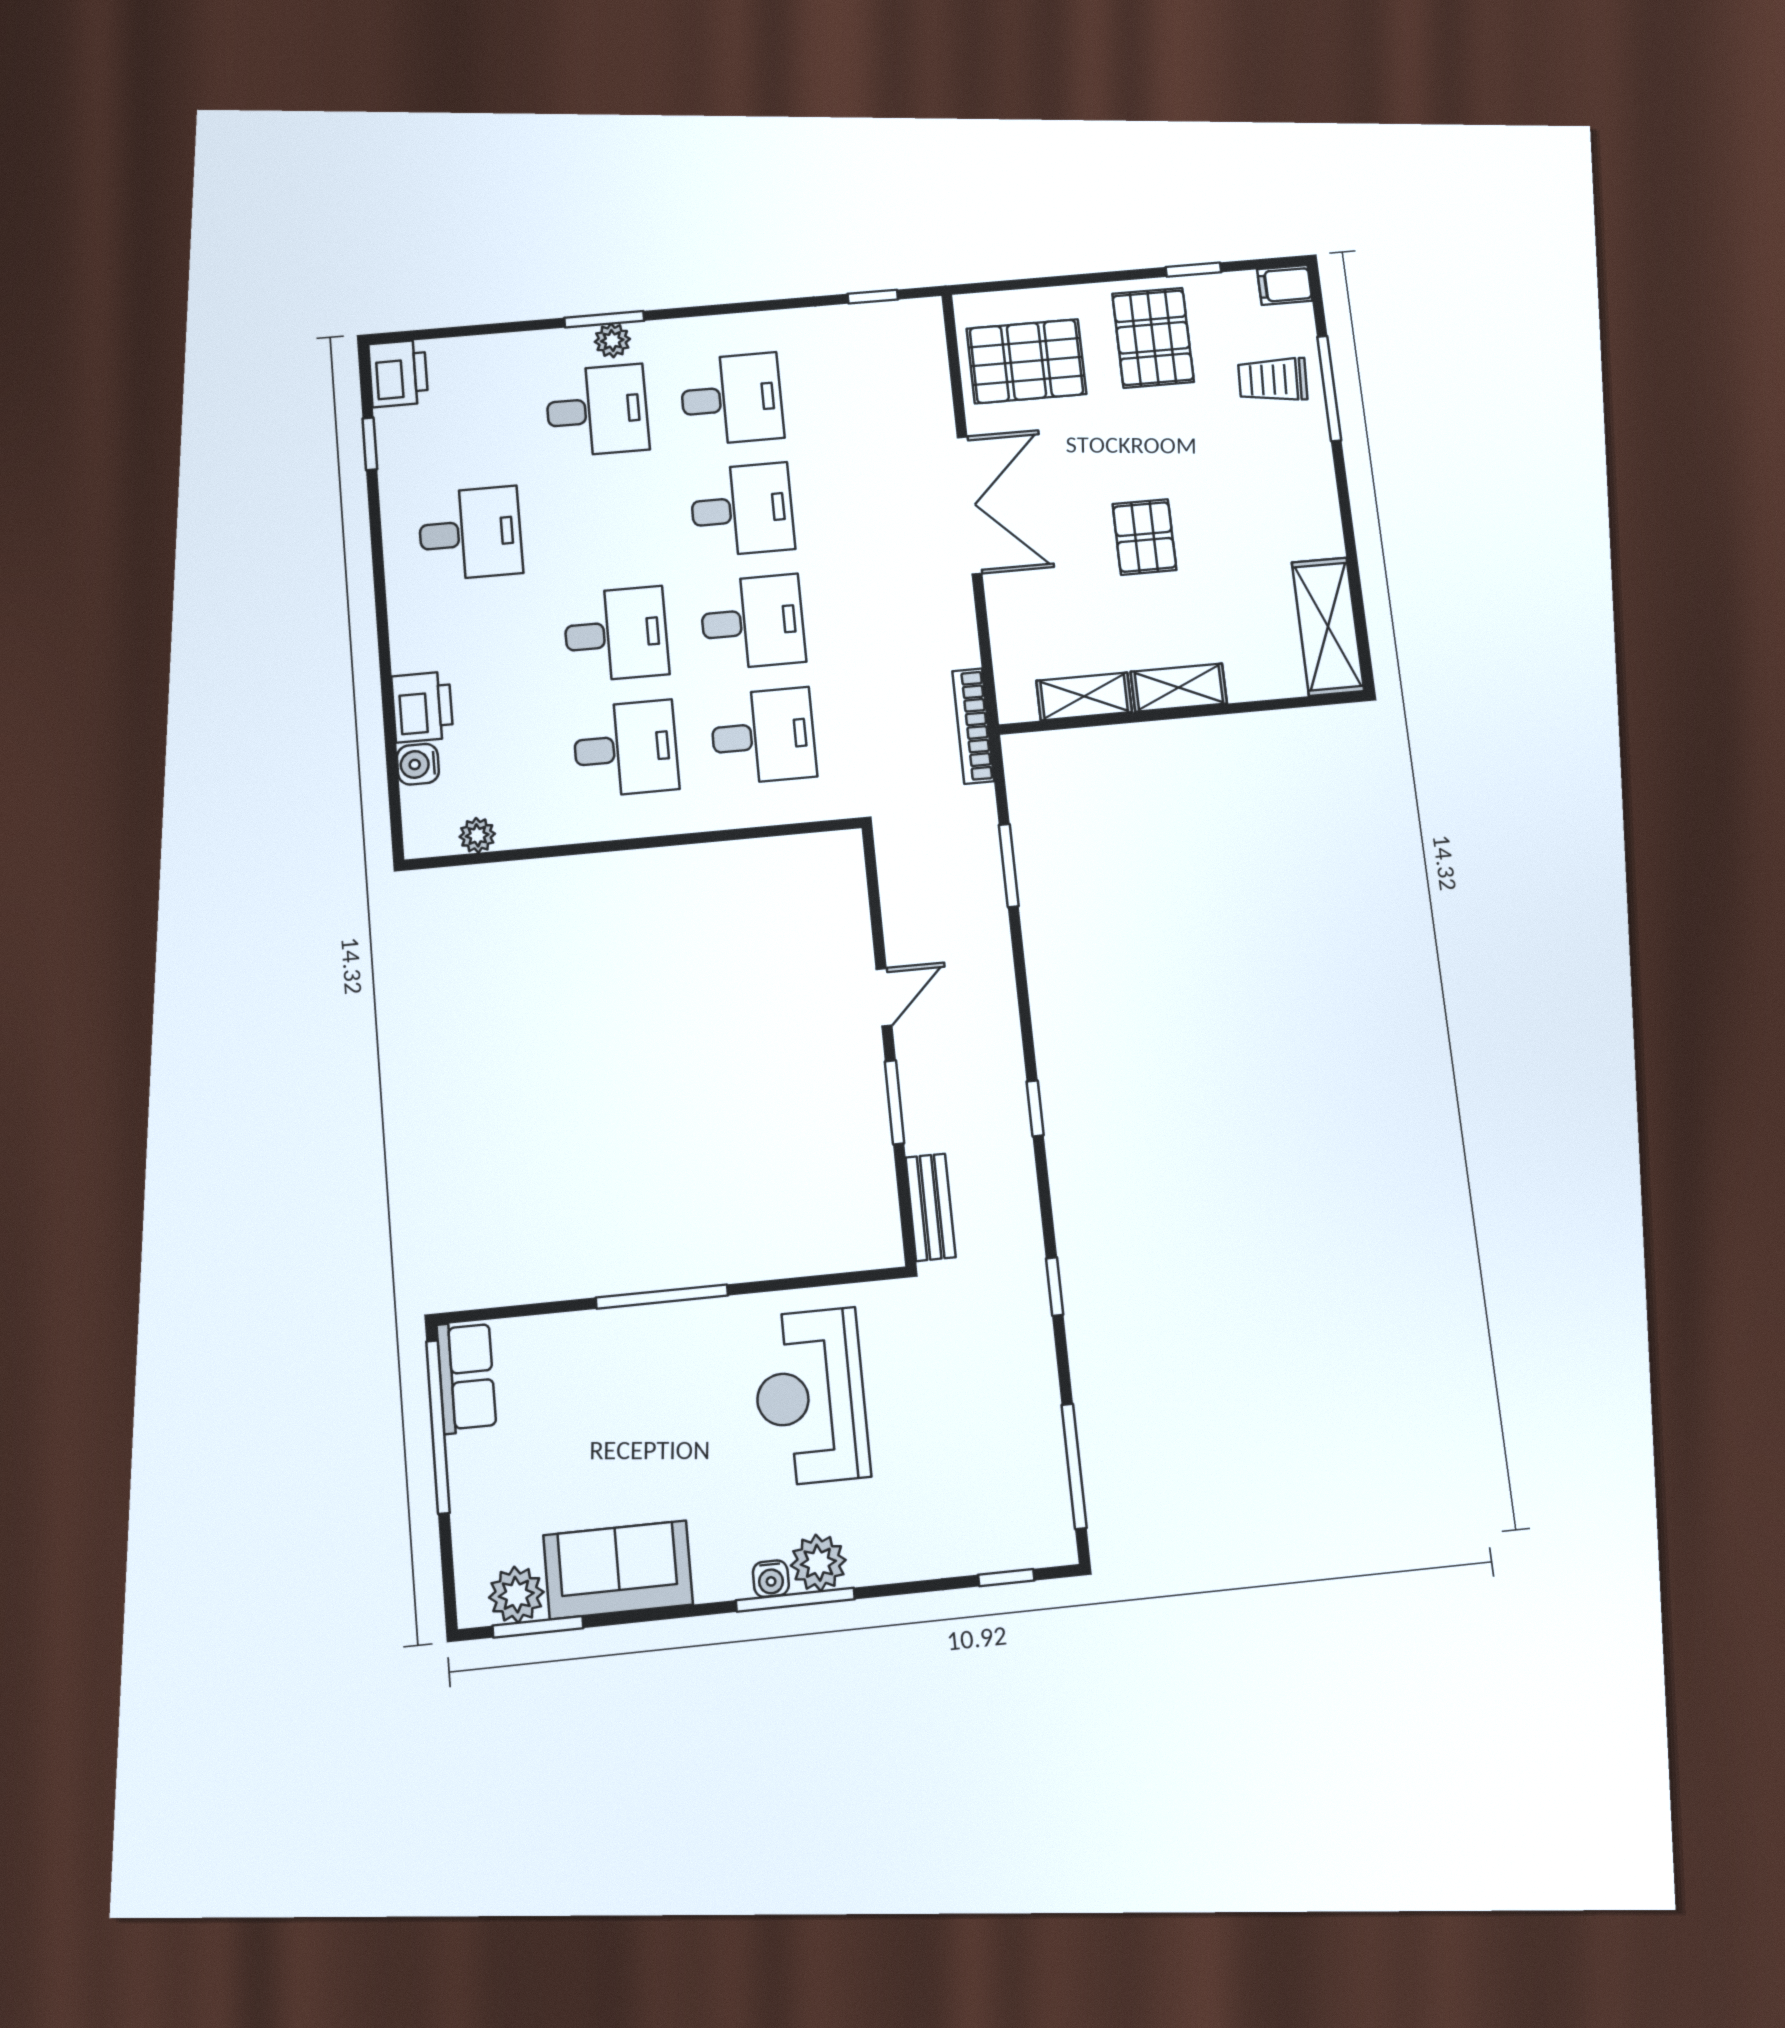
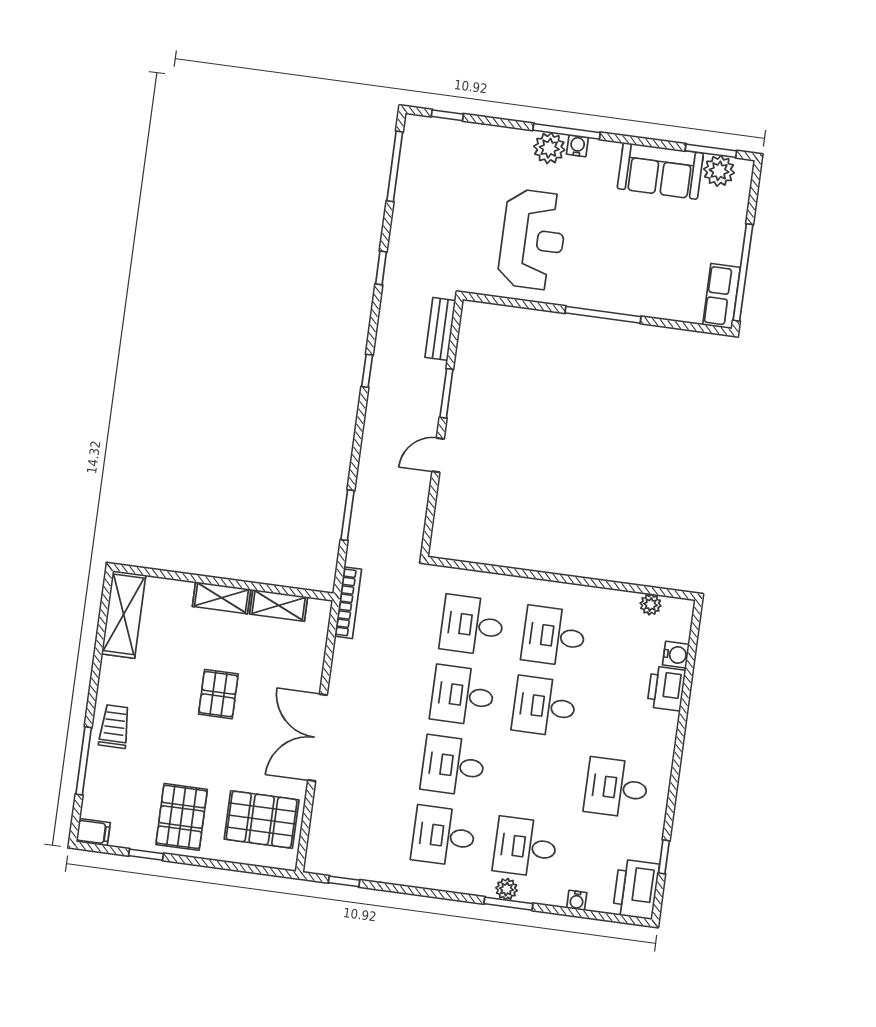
water cooler: (496, 347) -> (577, 900), added
printer: (398, 373) -> (636, 889), width x1.37, depth x1.19
trolley: (1273, 380) -> (114, 726), moved, turned -93

